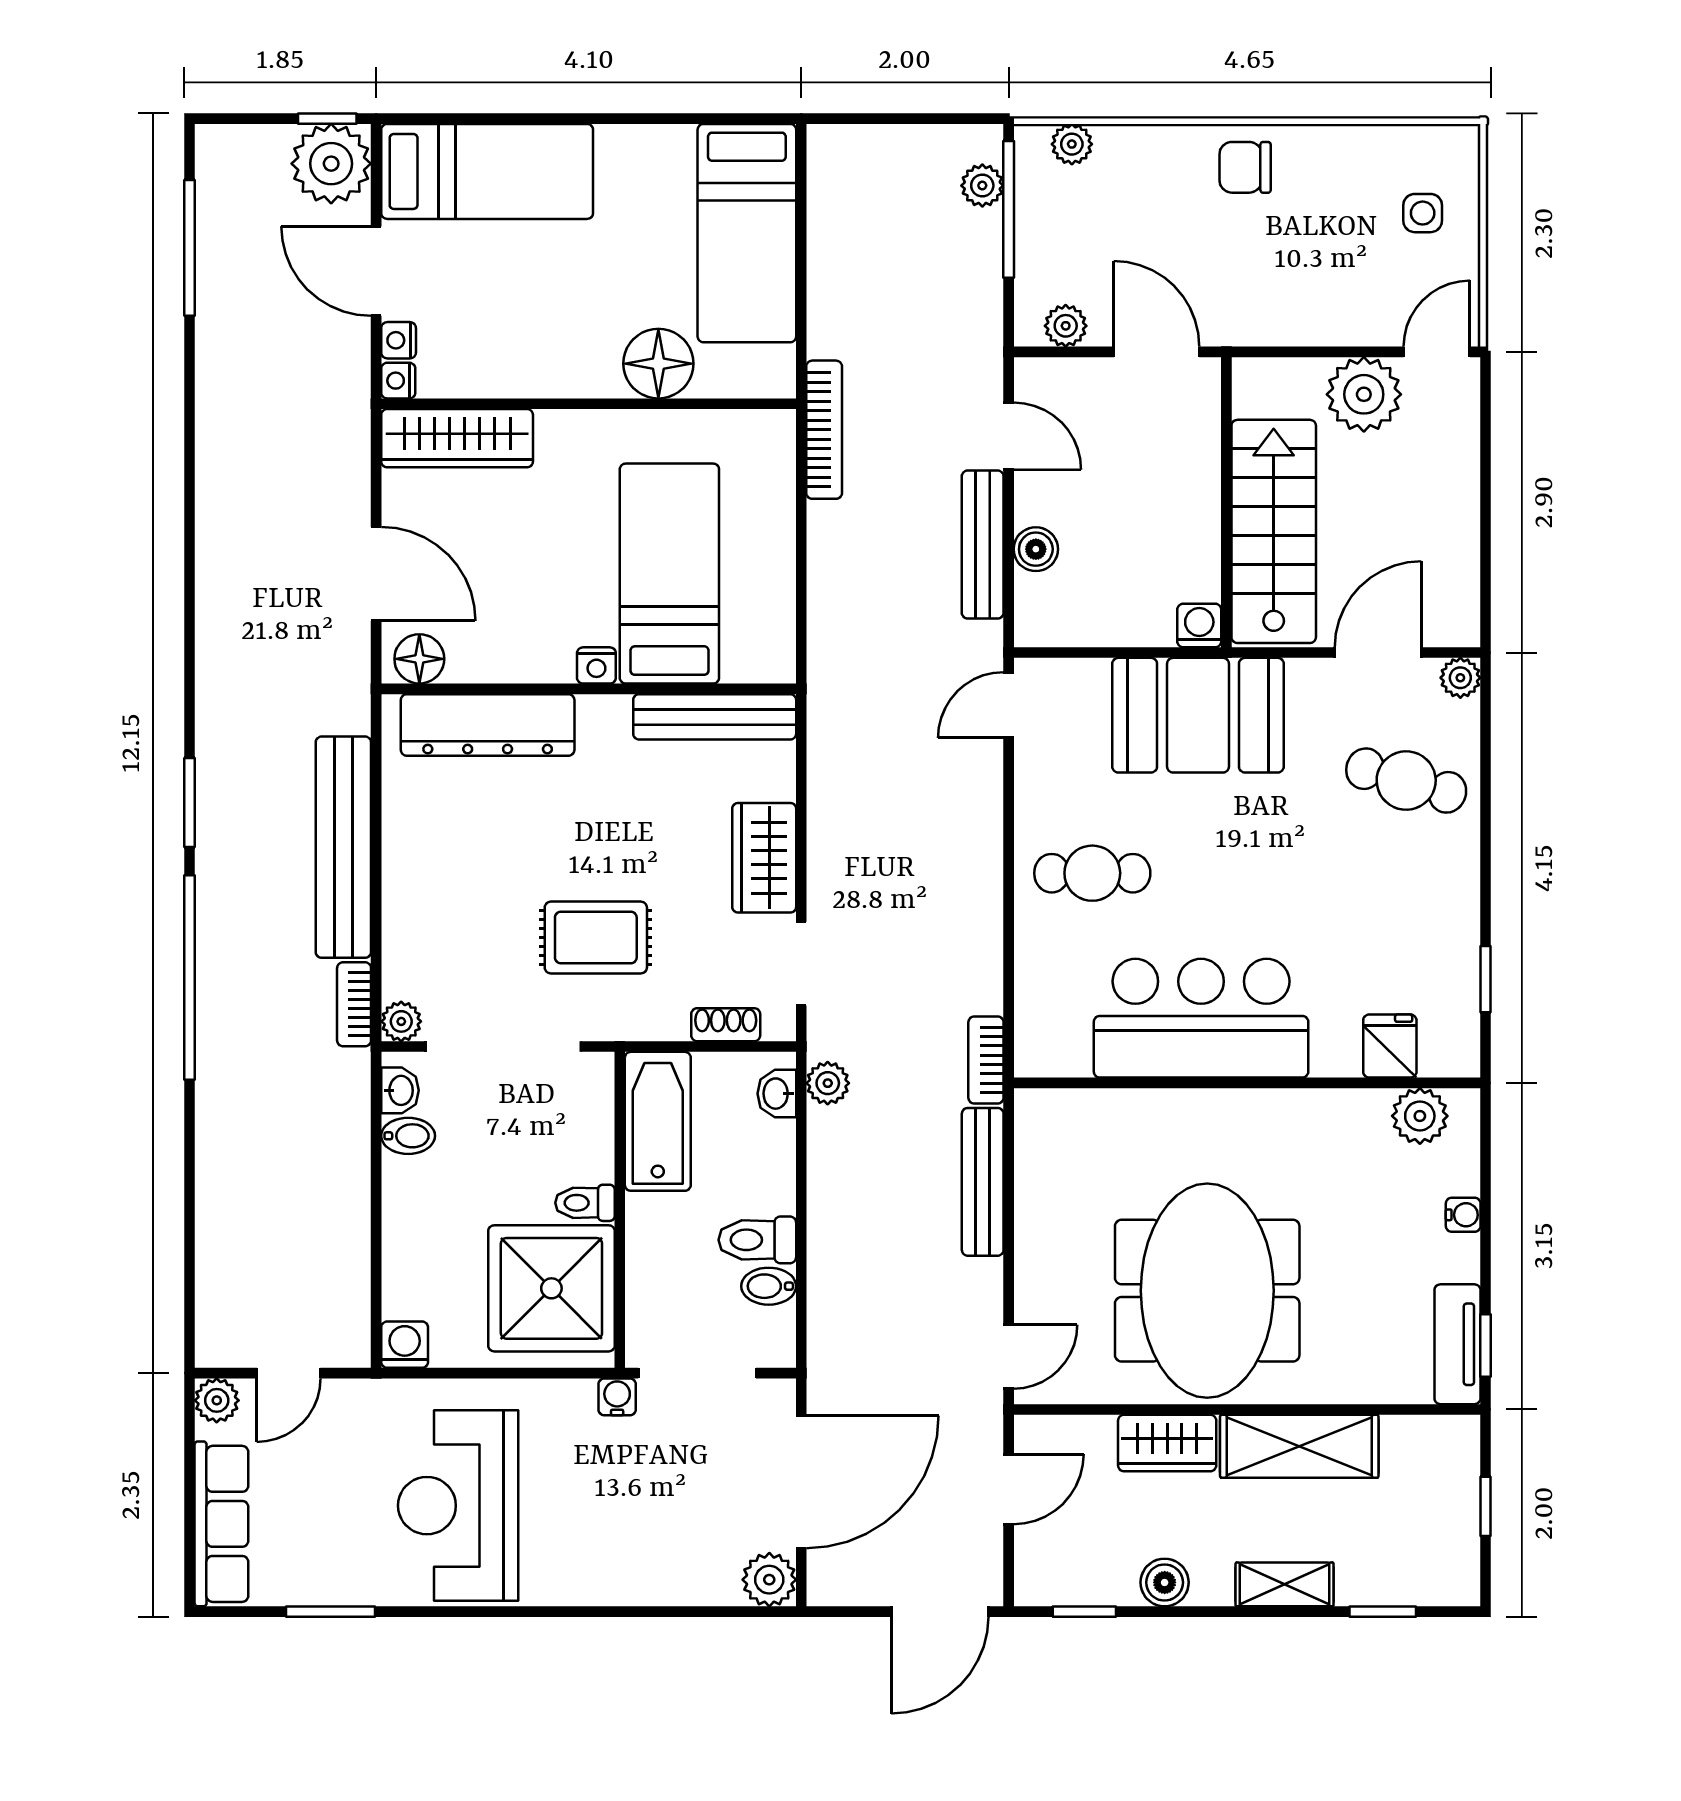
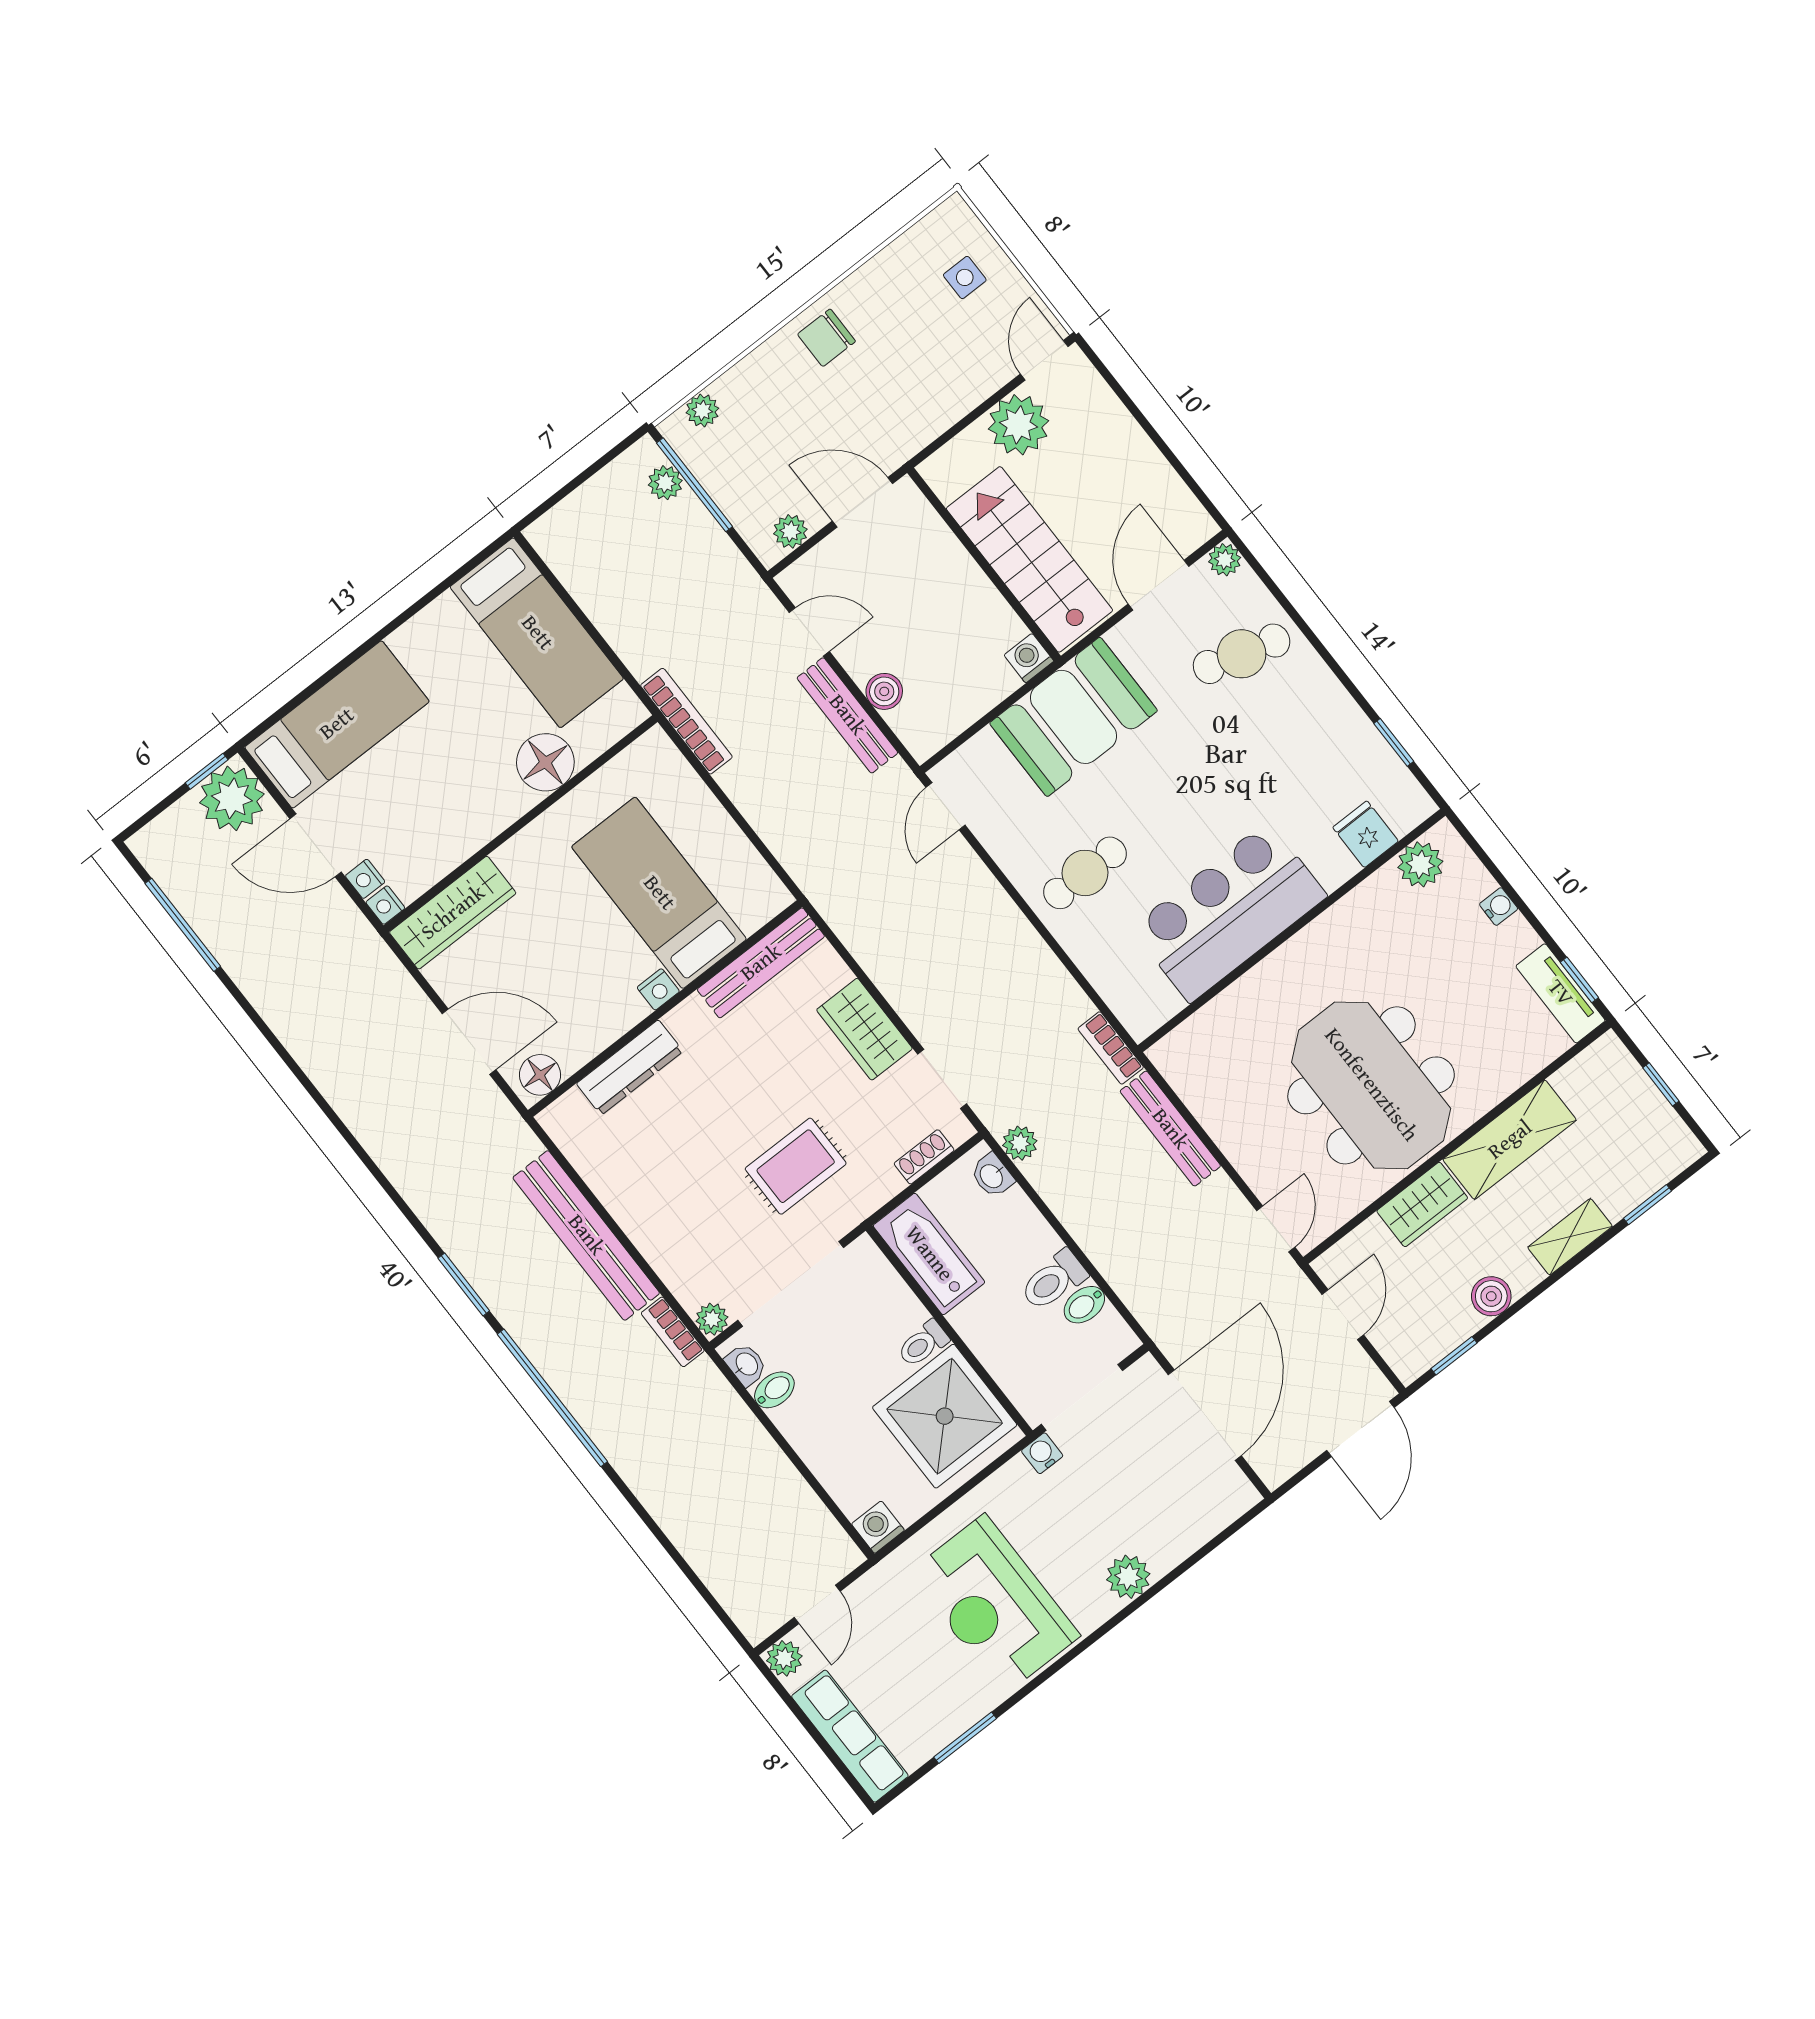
dresser: (488, 725) -> (630, 1067), width x0.73, depth x0.80
plant: (769, 1580) -> (1128, 1577), moved

